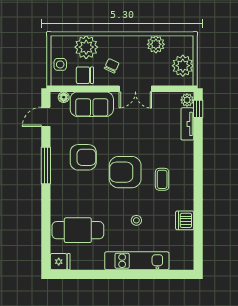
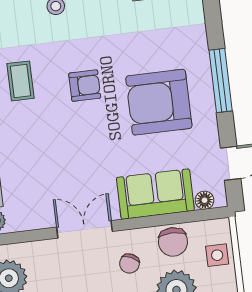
chair: (85, 75) -> (173, 242), turned 90
armchair: (83, 157) -> (159, 102), width x1.36, depth x1.36
armchair: (125, 172) -> (85, 86), width x0.53, depth x0.53

